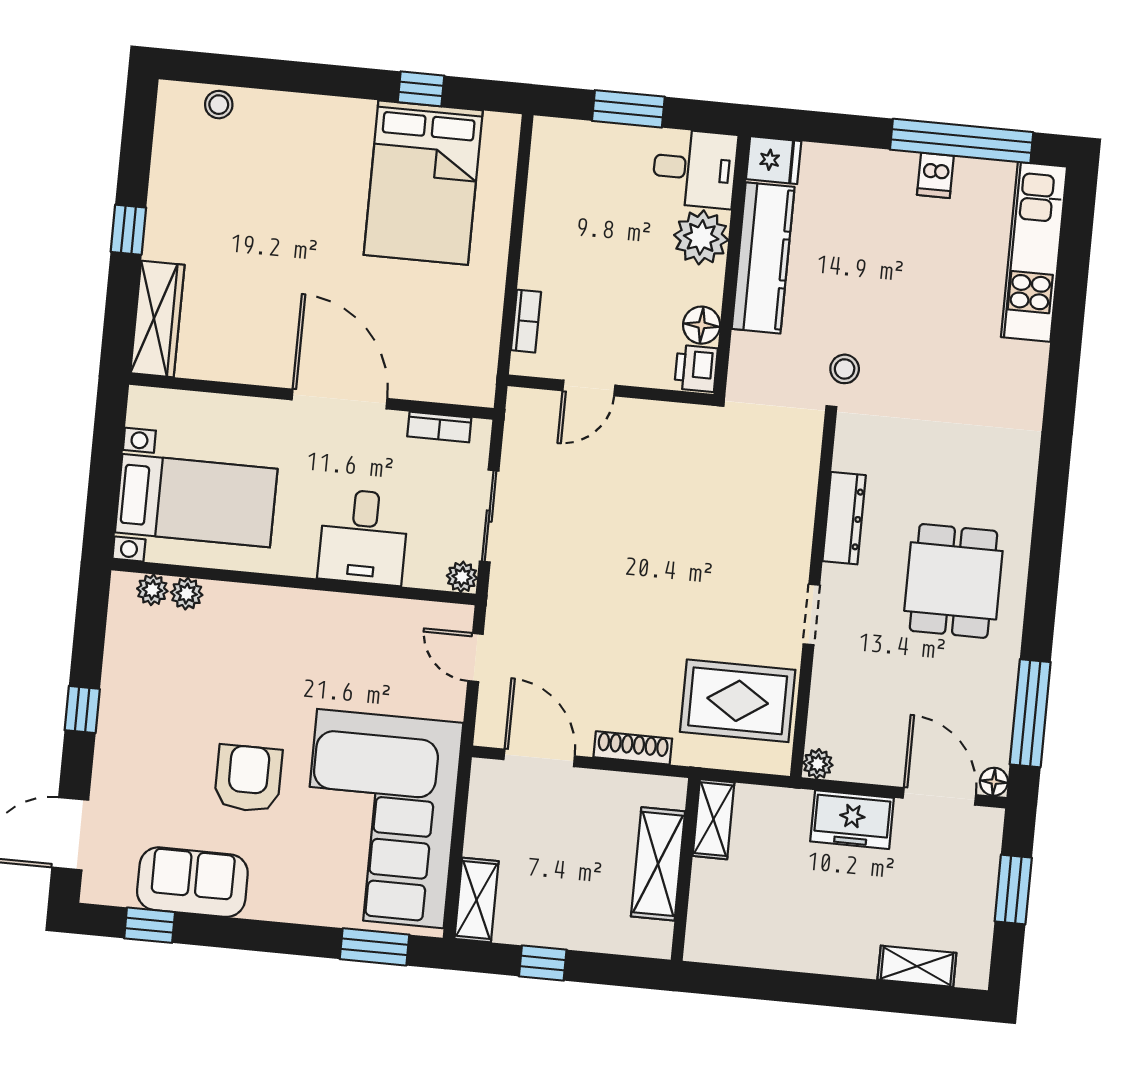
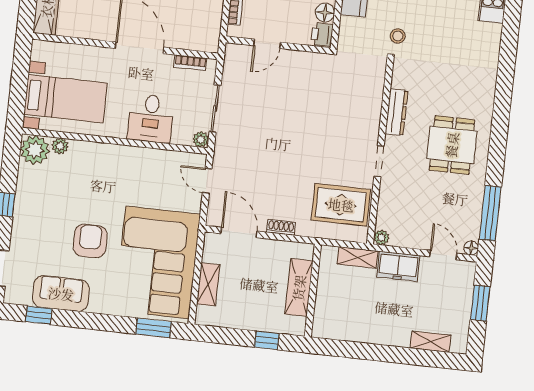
plant: (152, 590) -> (35, 150), width x1.88, depth x1.88
shoe rack: (633, 748) -> (281, 227), width x0.70
door: (939, 796) -> (443, 255), width x0.73
shelving: (713, 819) -> (358, 257), moved, turned 90
shelving: (476, 900) -> (208, 284), moved
window: (543, 963) -> (267, 340), moved

